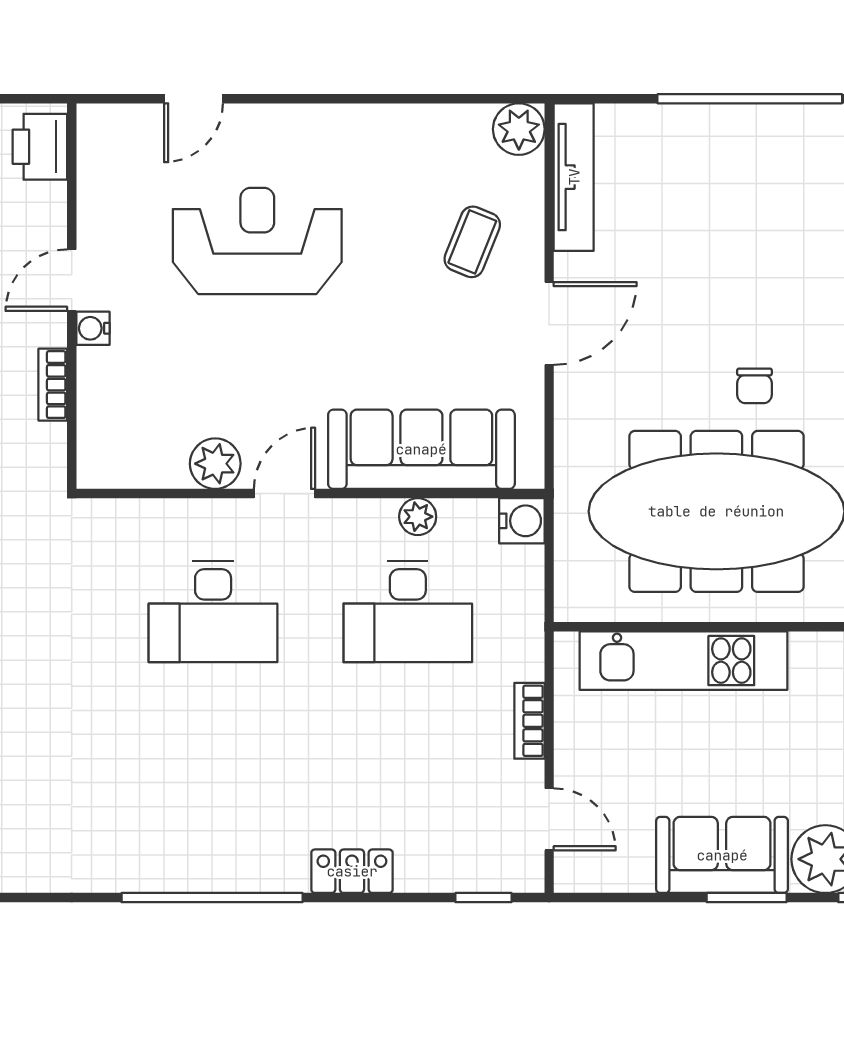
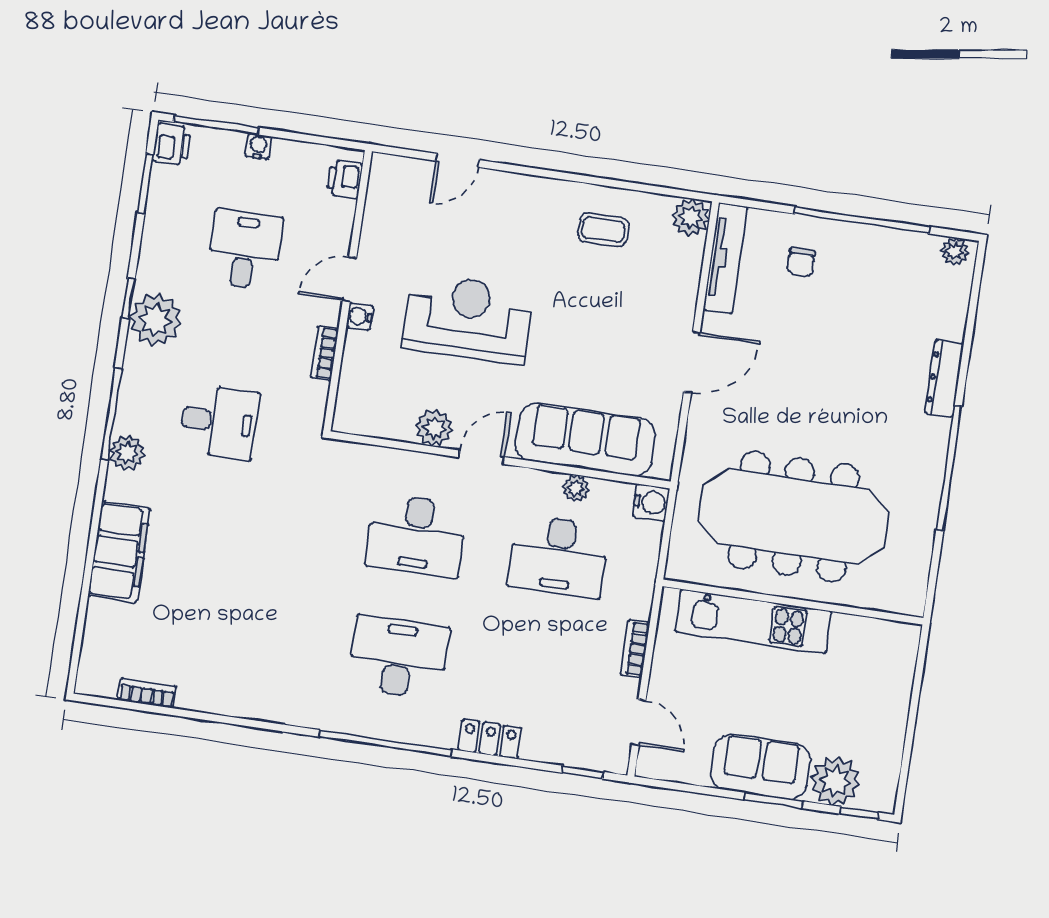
printer: (40, 147) -> (344, 179), width x0.73, depth x0.81
reception desk: (257, 241) -> (468, 319), moved
coffee table: (472, 242) -> (603, 230), moved, turned 68
chair: (754, 386) -> (801, 262), moved
desk: (213, 779) -> (399, 657), added

